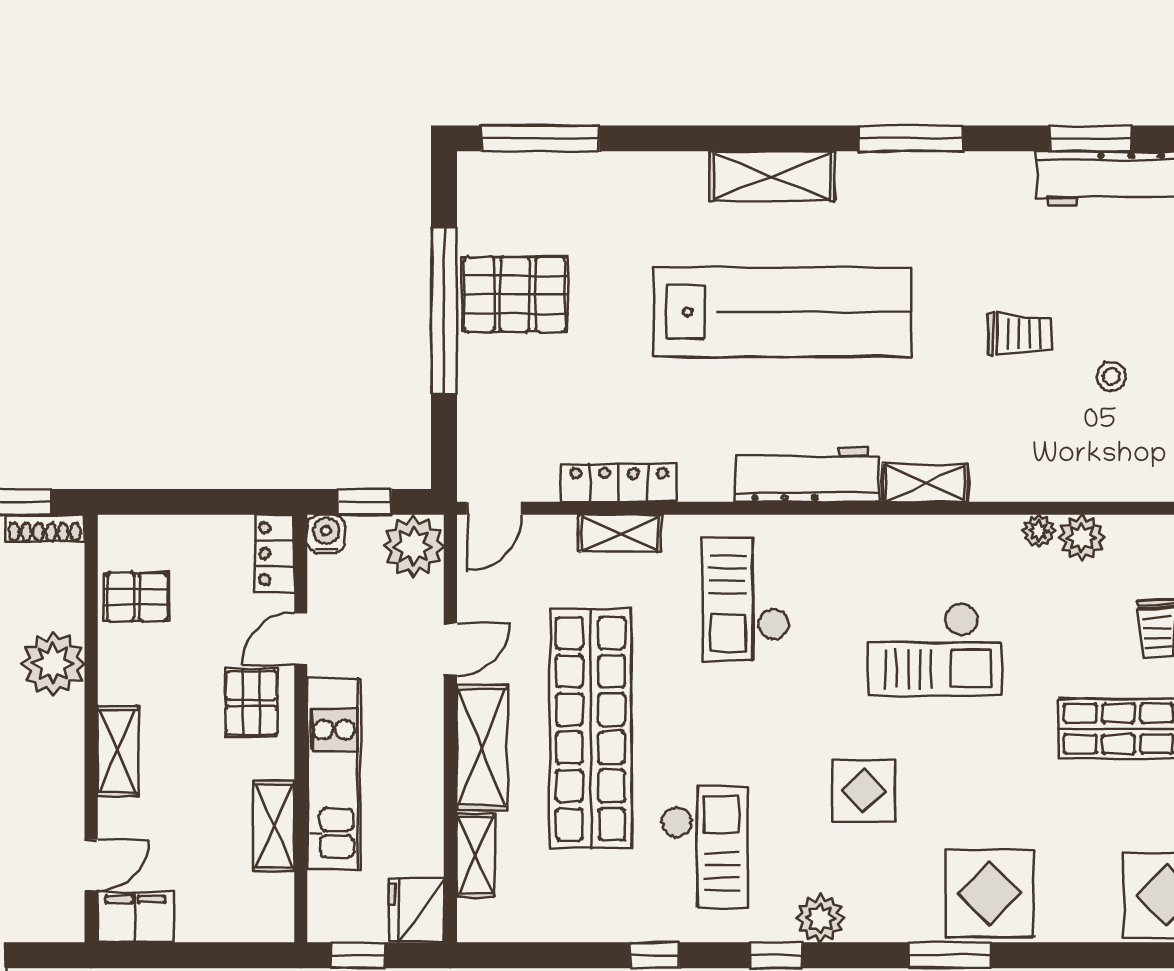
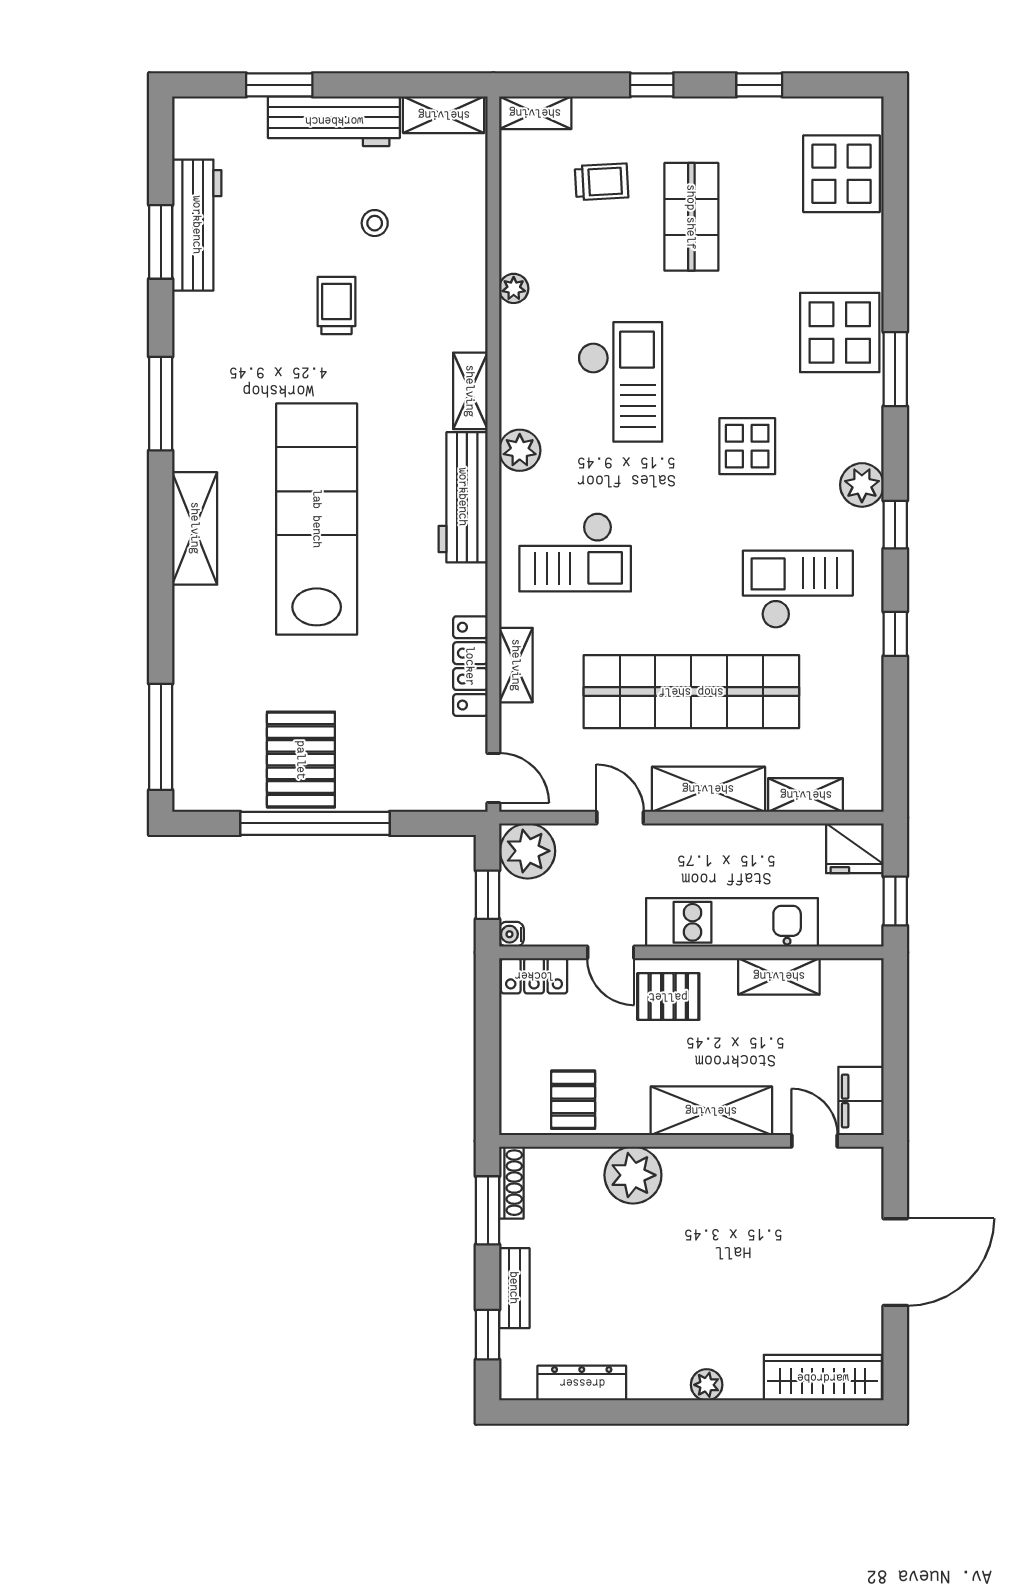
water cooler: (326, 534) -> (511, 934), width x0.72, depth x0.72
plant: (1081, 538) -> (520, 450), moved
shelving: (118, 751) -> (711, 1111), width x1.50, depth x1.33

